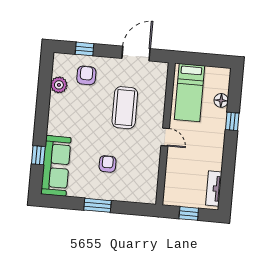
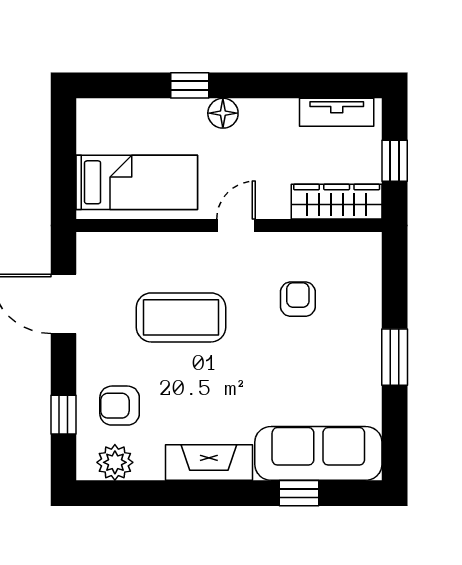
plant: (59, 85) -> (115, 462), moved
floor lamp: (221, 100) -> (223, 113), moved
fireplace: (56, 115) -> (209, 462), added
armchair: (108, 164) -> (298, 299), moved, turned 90
wardrobe: (172, 185) -> (337, 202), added

